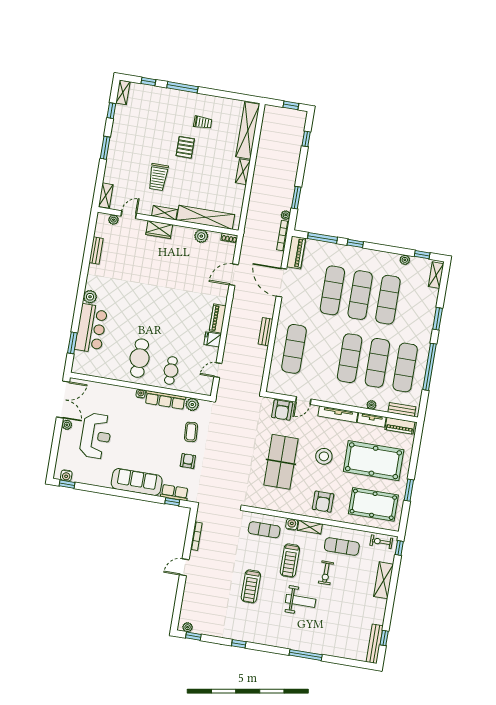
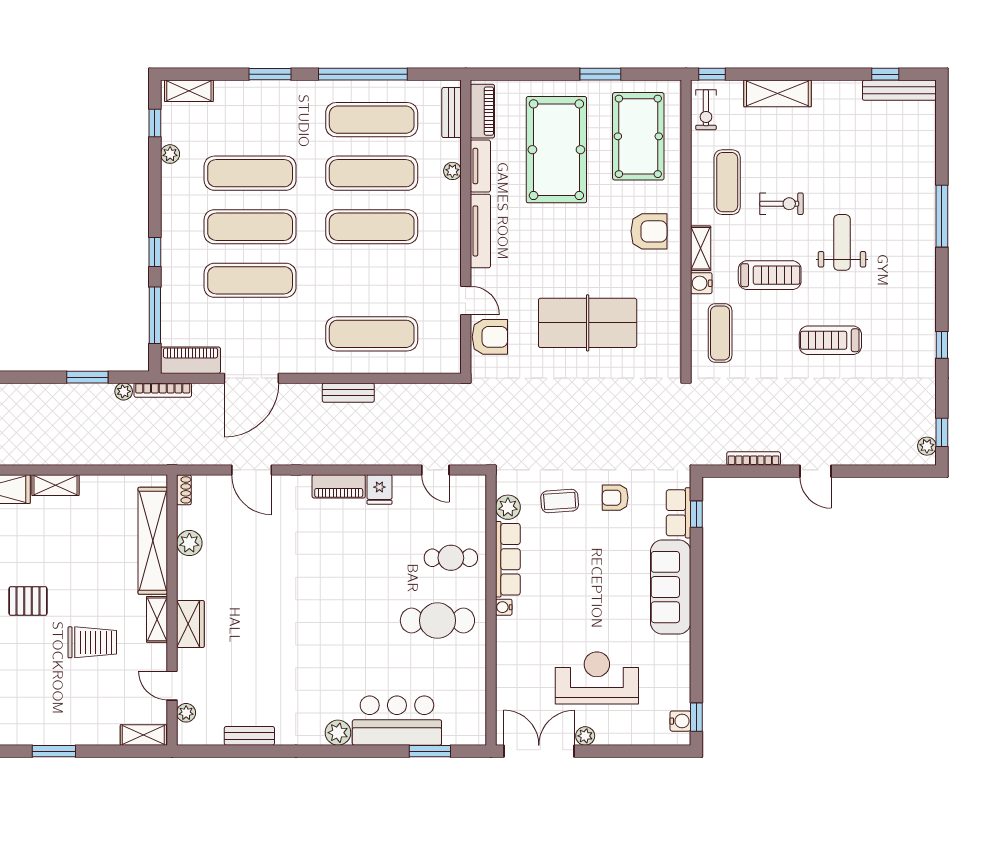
stool: (324, 456) -> (564, 244), removed
treadmill: (251, 586) -> (830, 340), turned 180

